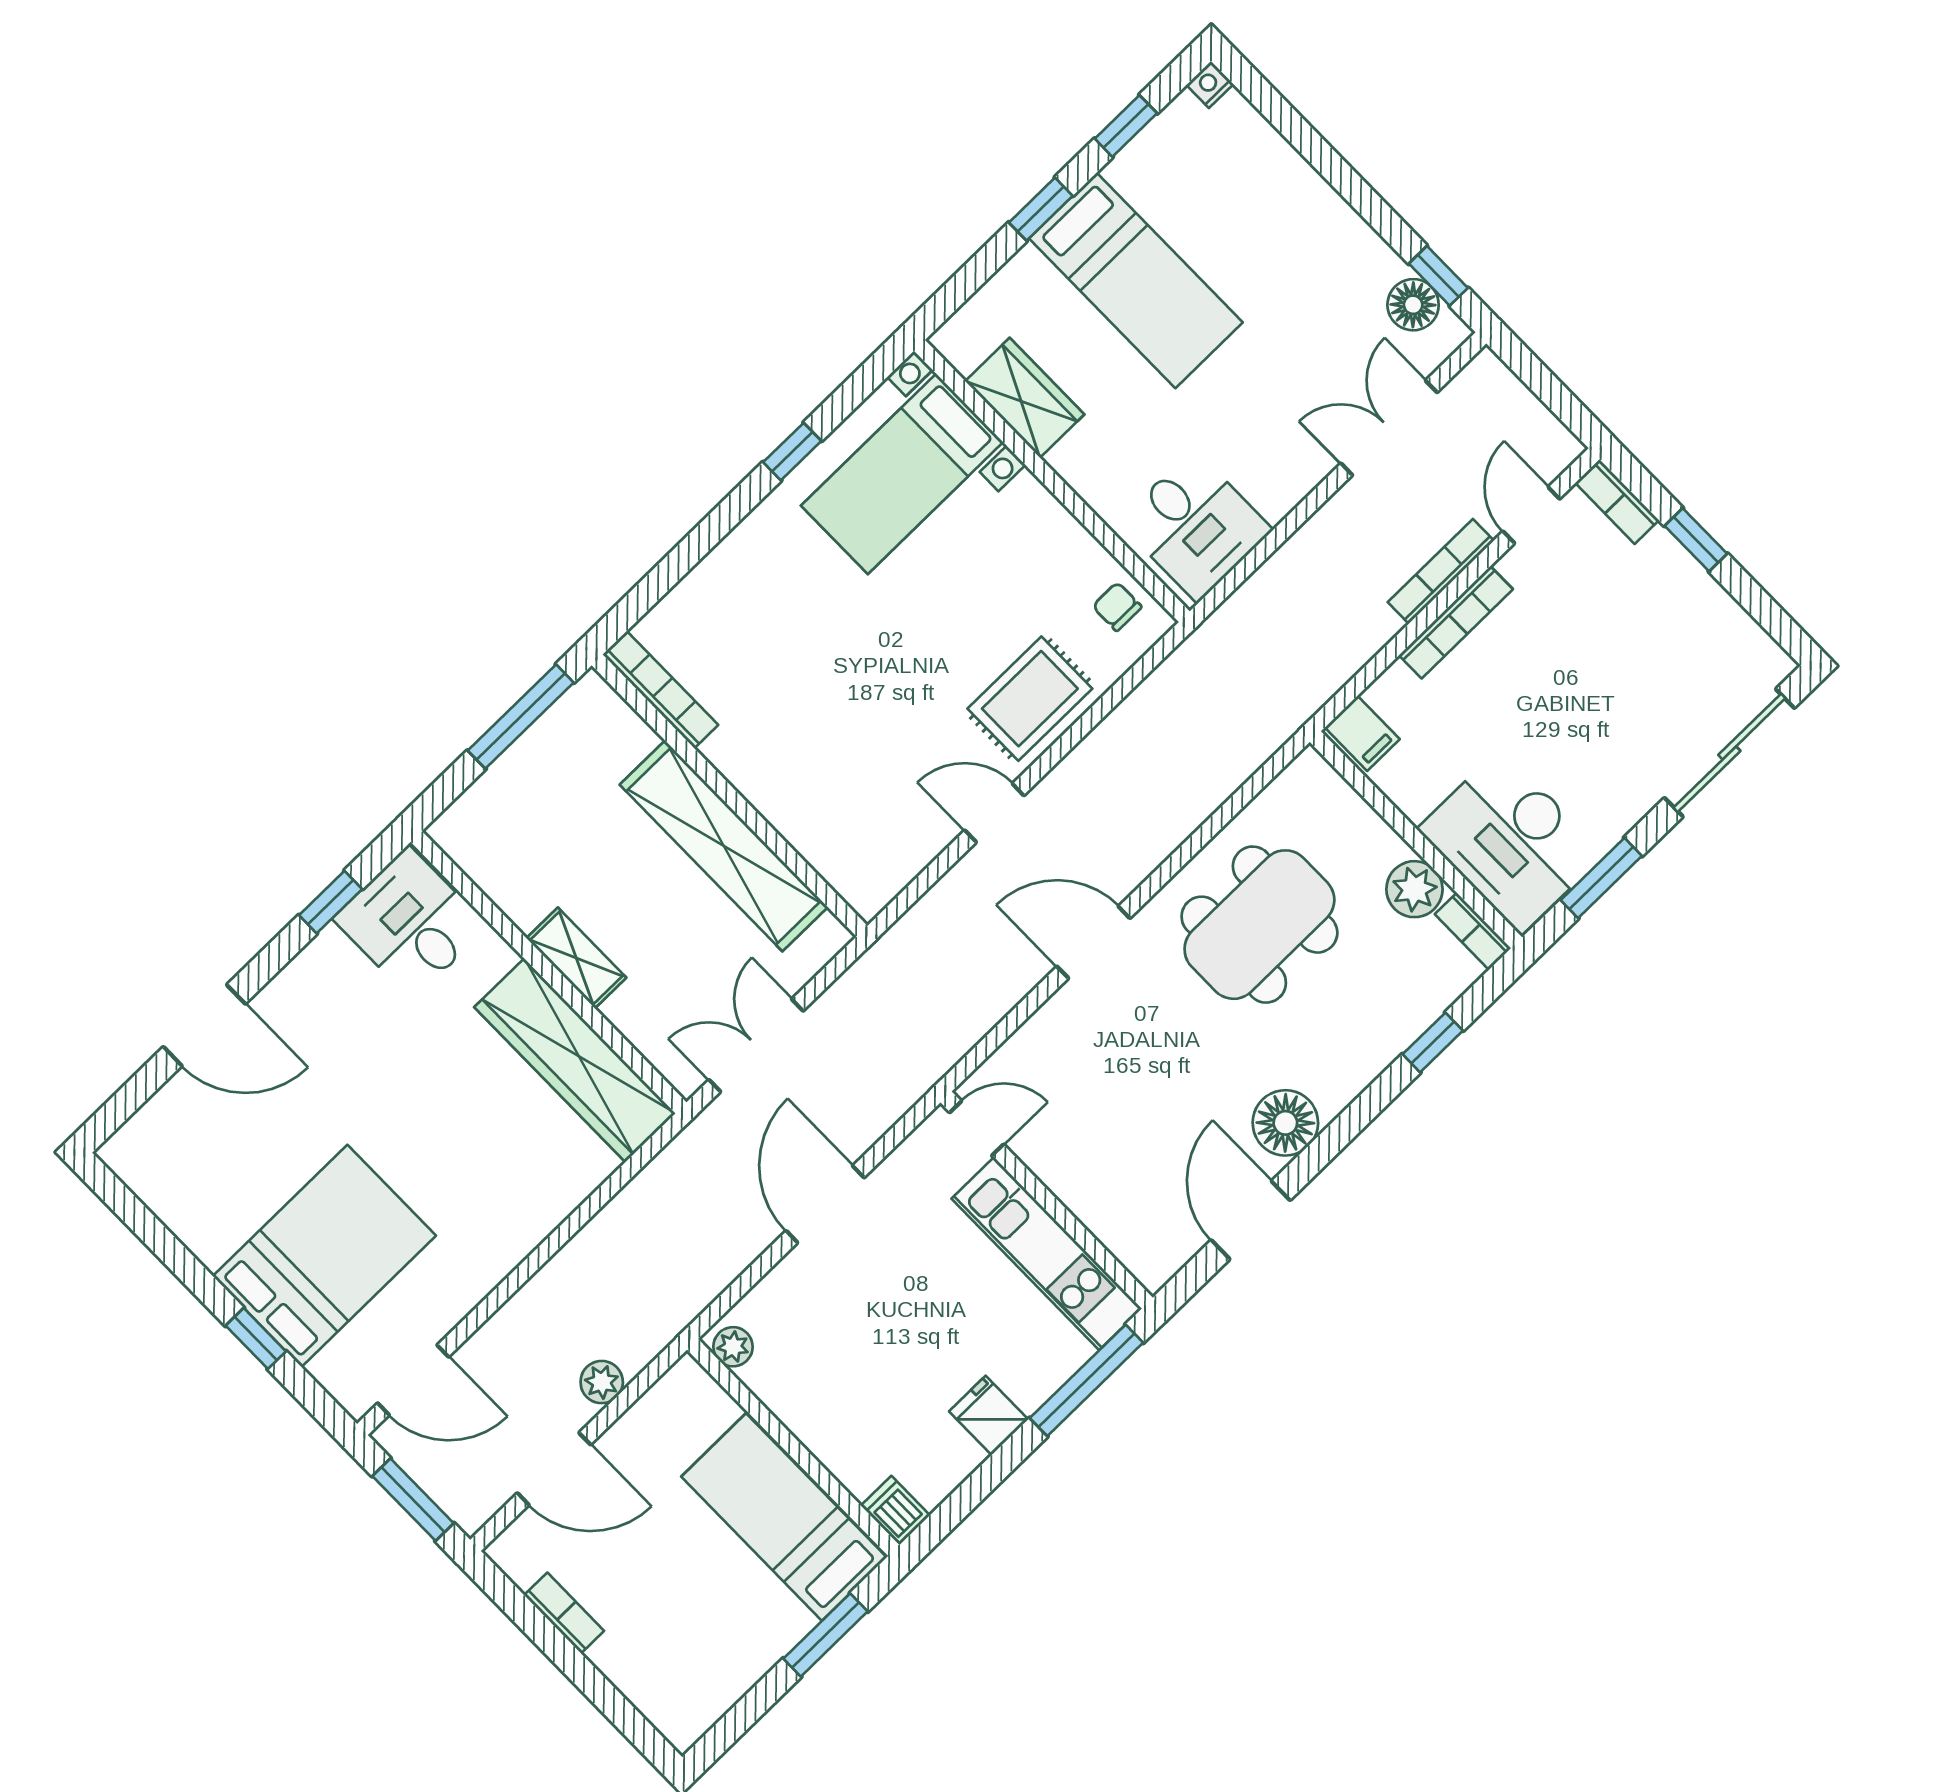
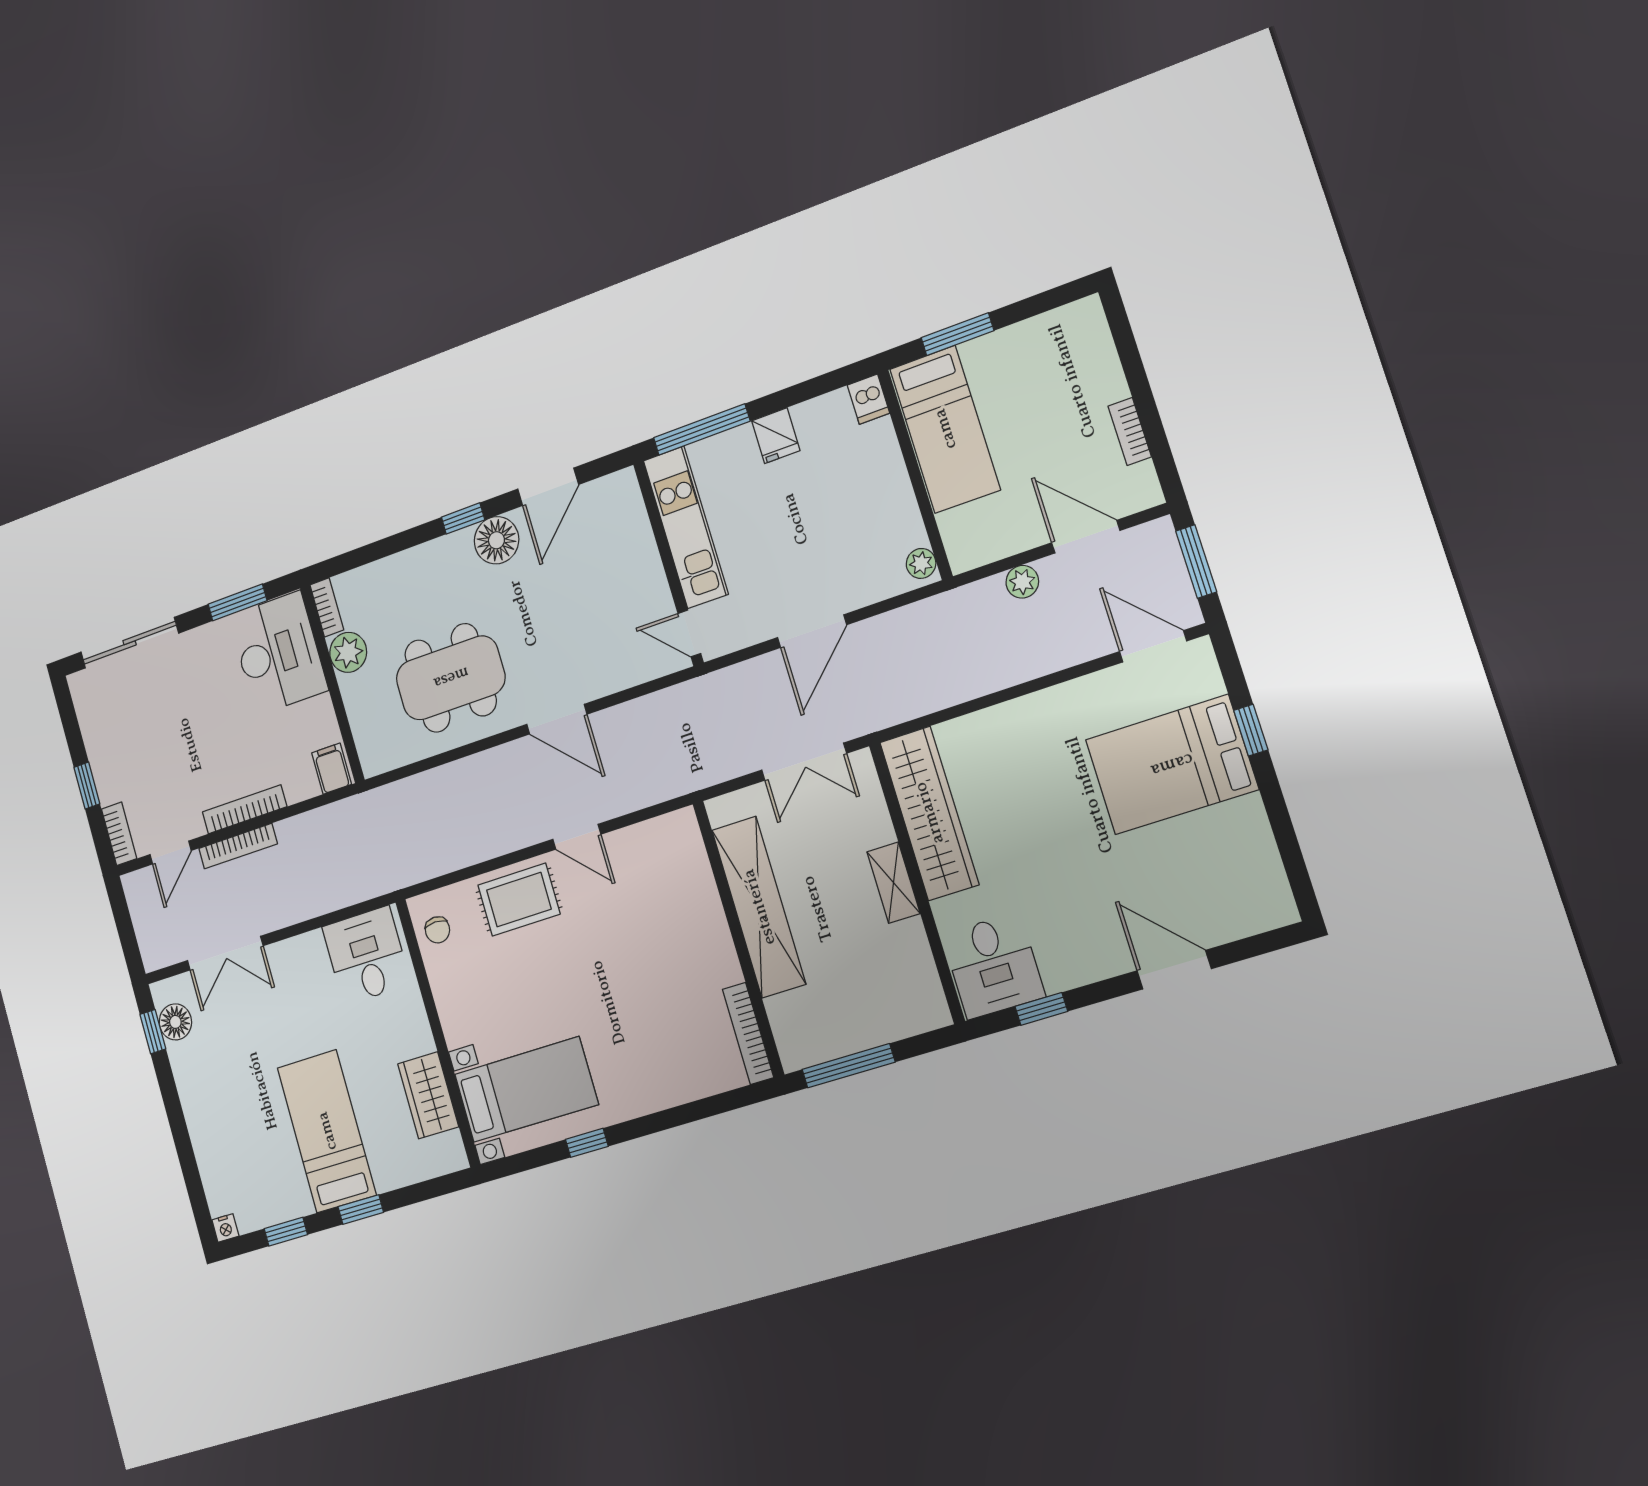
window: (1433, 1042) -> (463, 518), moved

